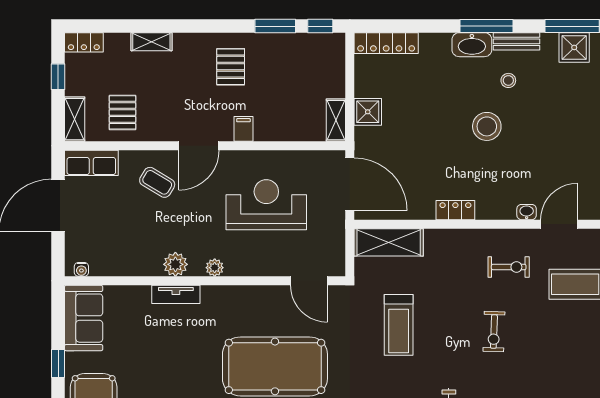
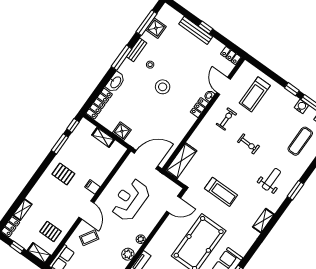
shelving: (151, 42) -> (22, 210), moved
washbasin: (472, 45) -> (115, 82), moved
shelving: (336, 120) -> (103, 137), moved
locker: (455, 210) -> (199, 108), moved
treadmill: (399, 325) -> (221, 192), moved

